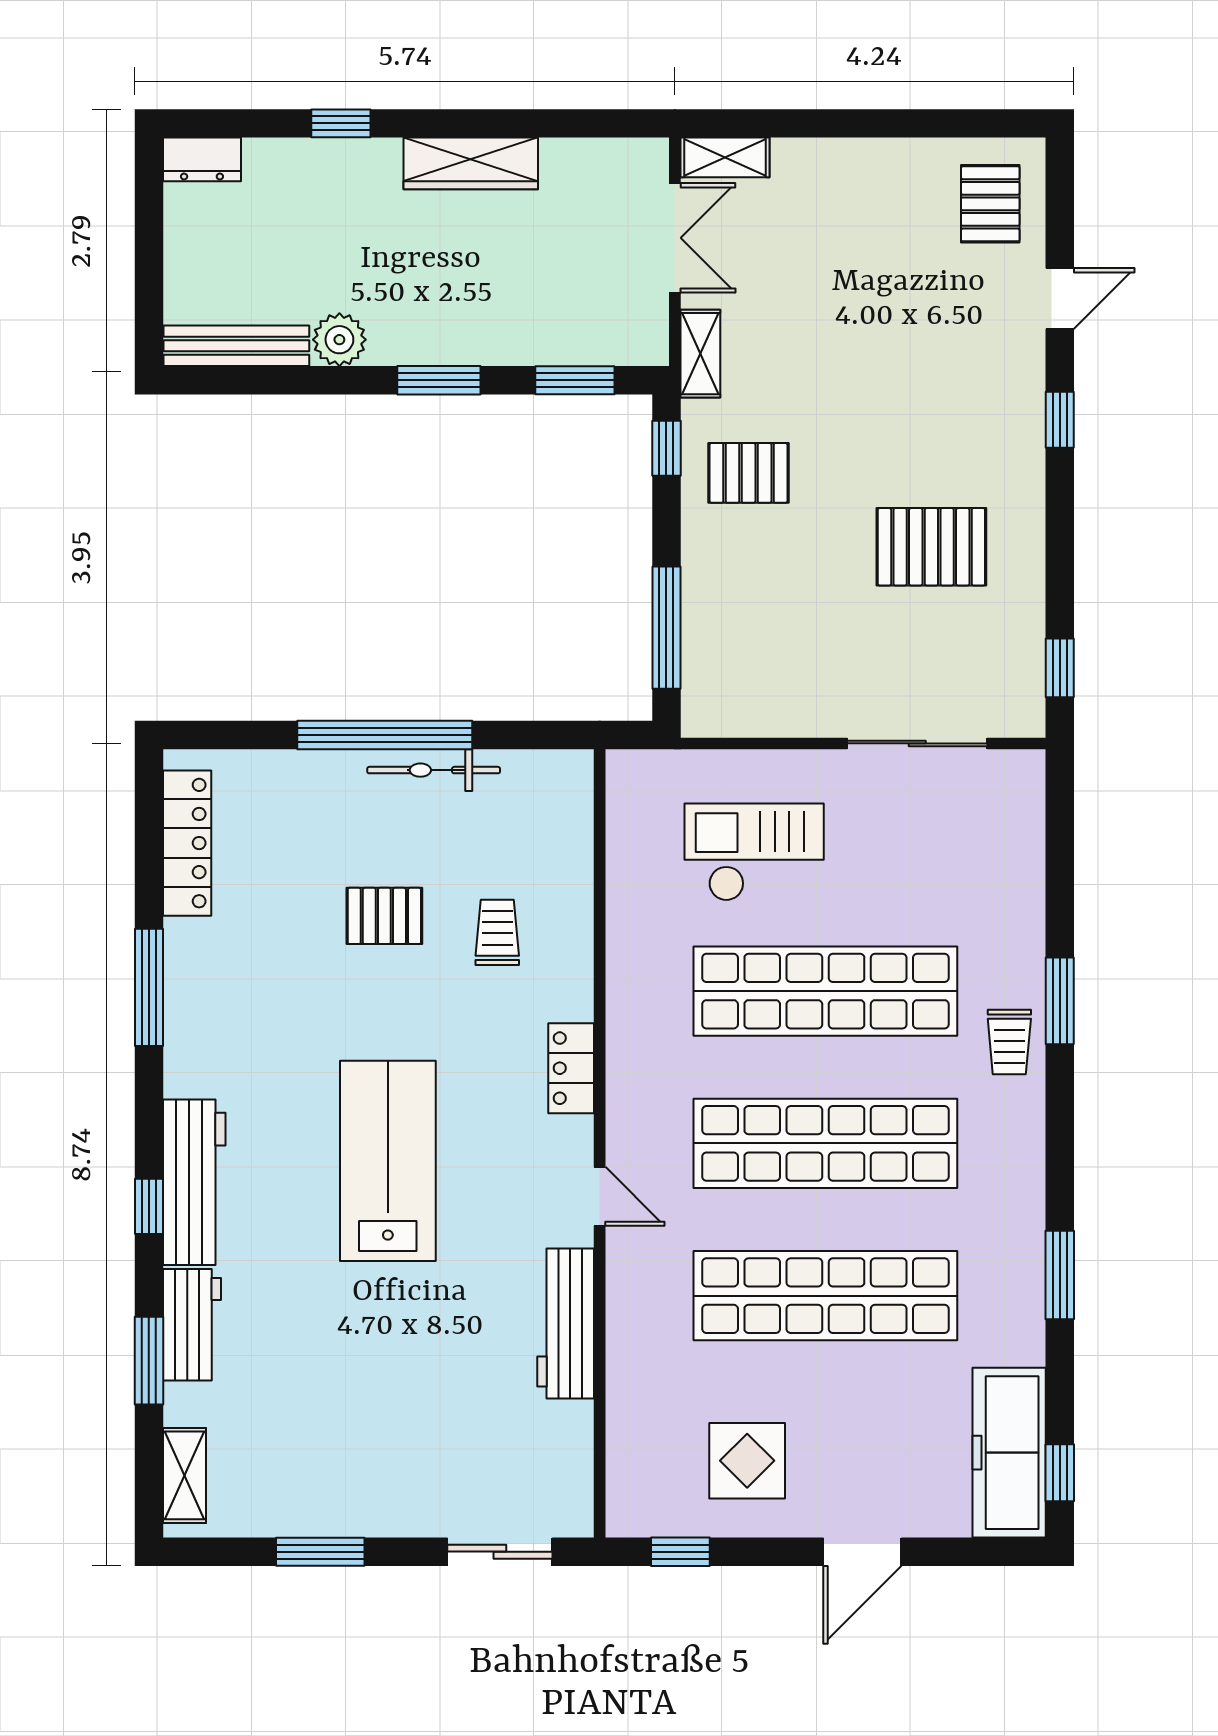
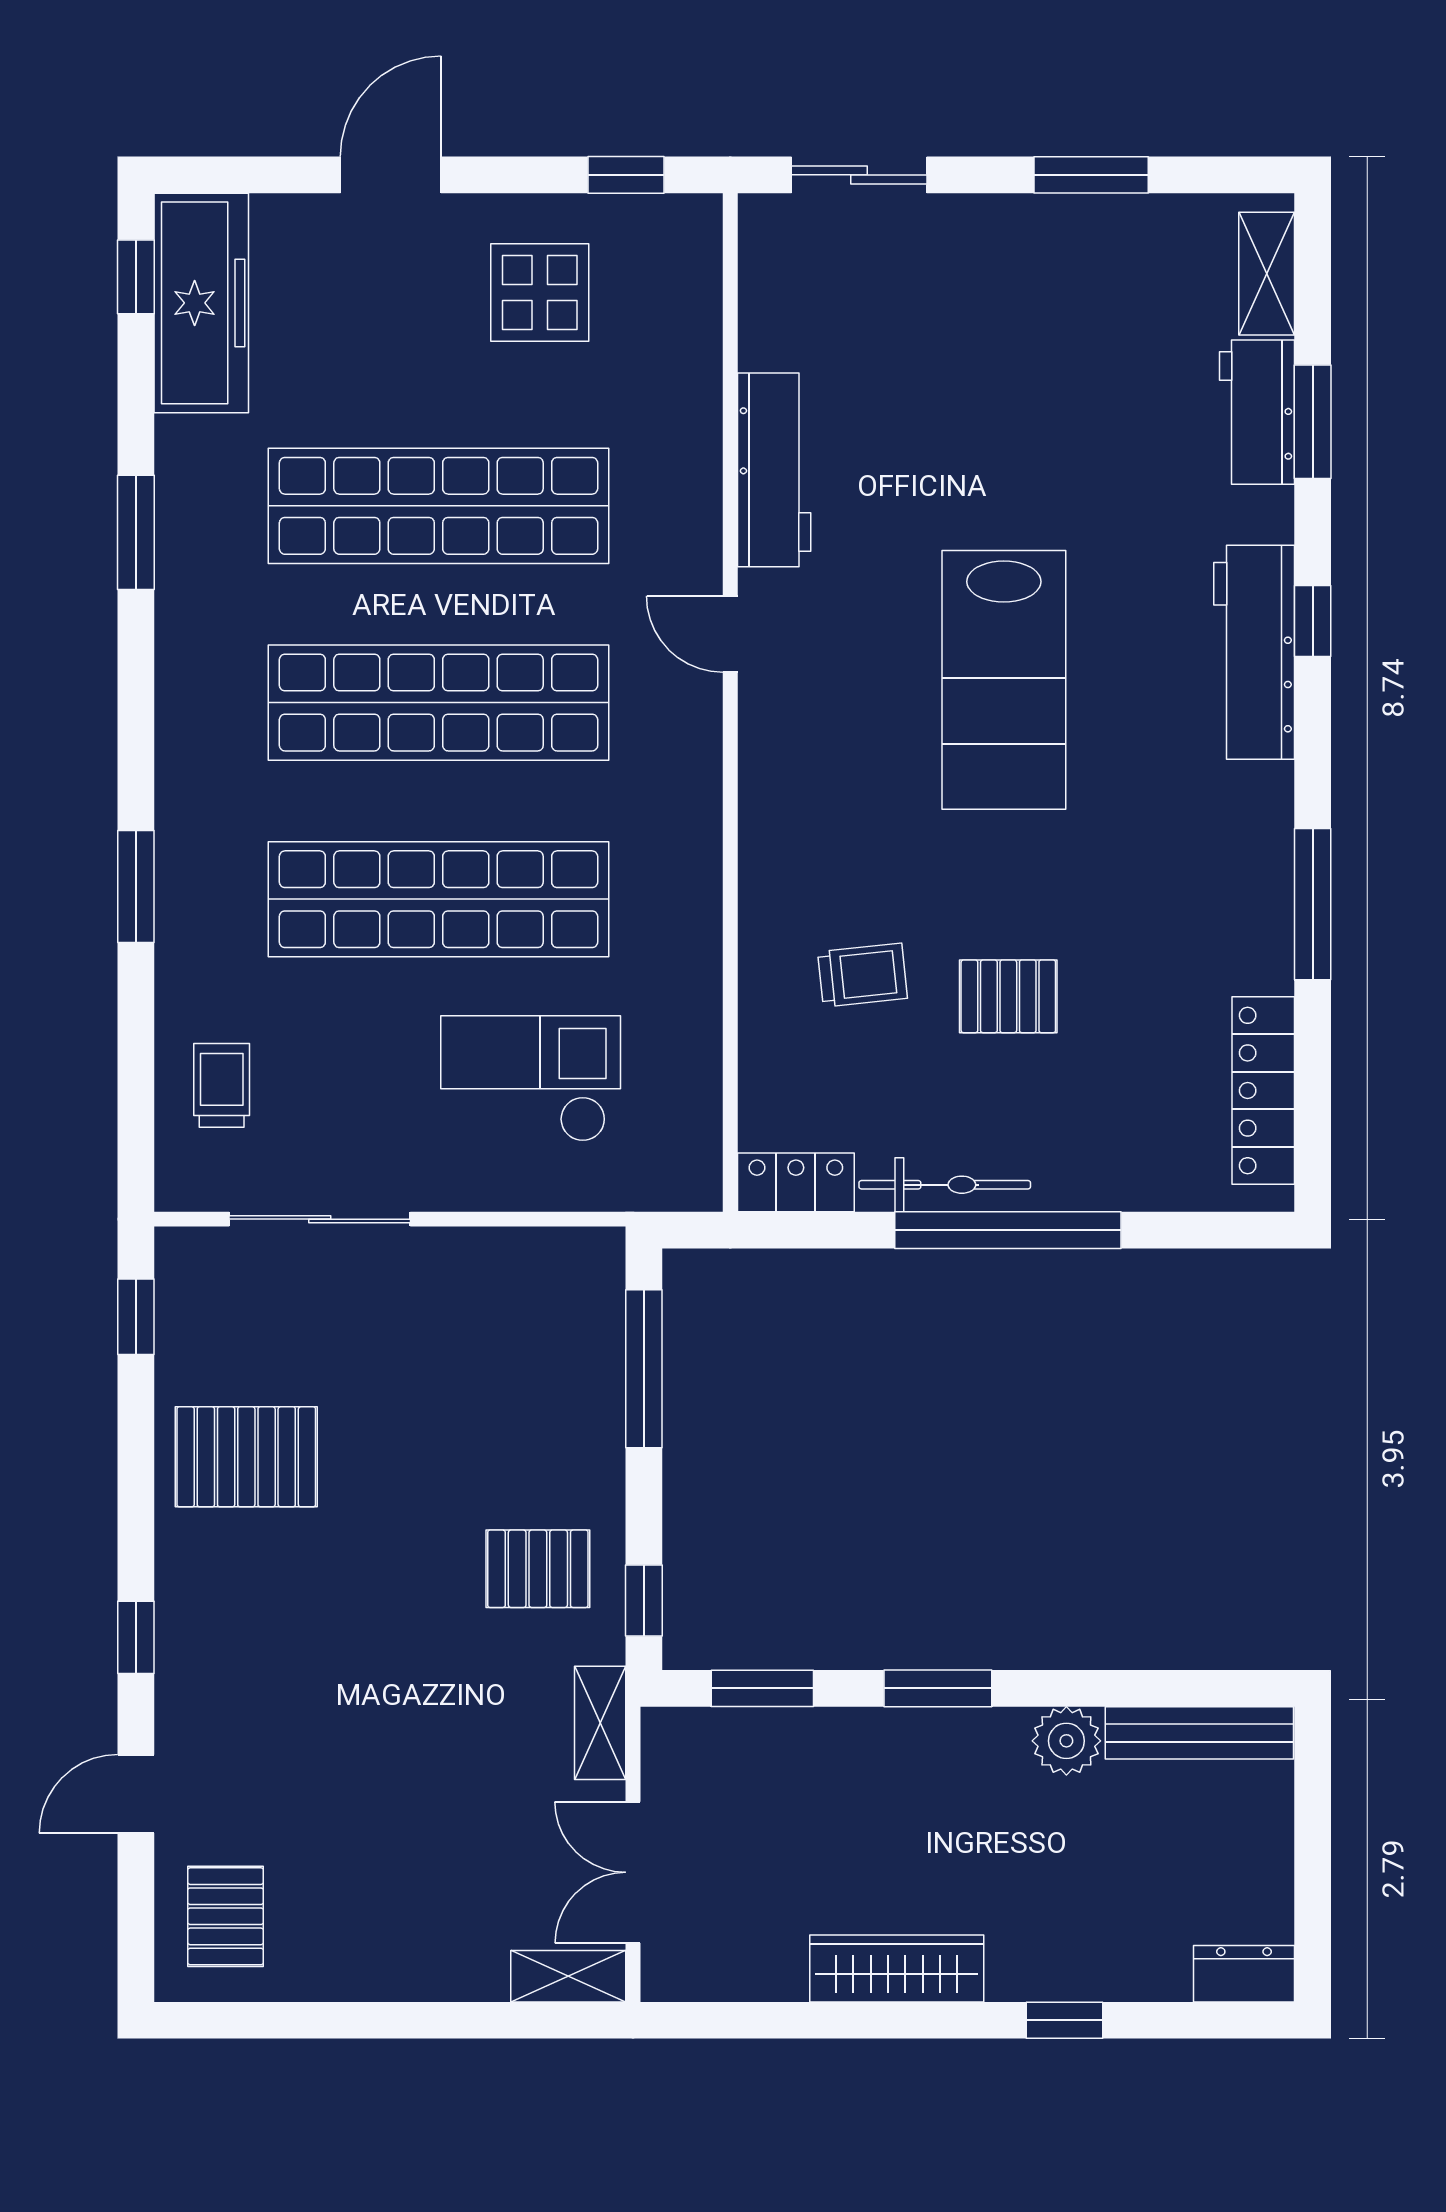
pallet: (931, 547) -> (246, 1457), moved
checkout: (754, 852) -> (531, 1079), turned 180
trolley: (497, 932) -> (862, 975), turned -96
trolley: (1009, 1042) -> (222, 1085), moved
locker: (571, 1068) -> (796, 1182), moved, turned -90
workbench: (192, 1325) -> (1257, 412), moved

